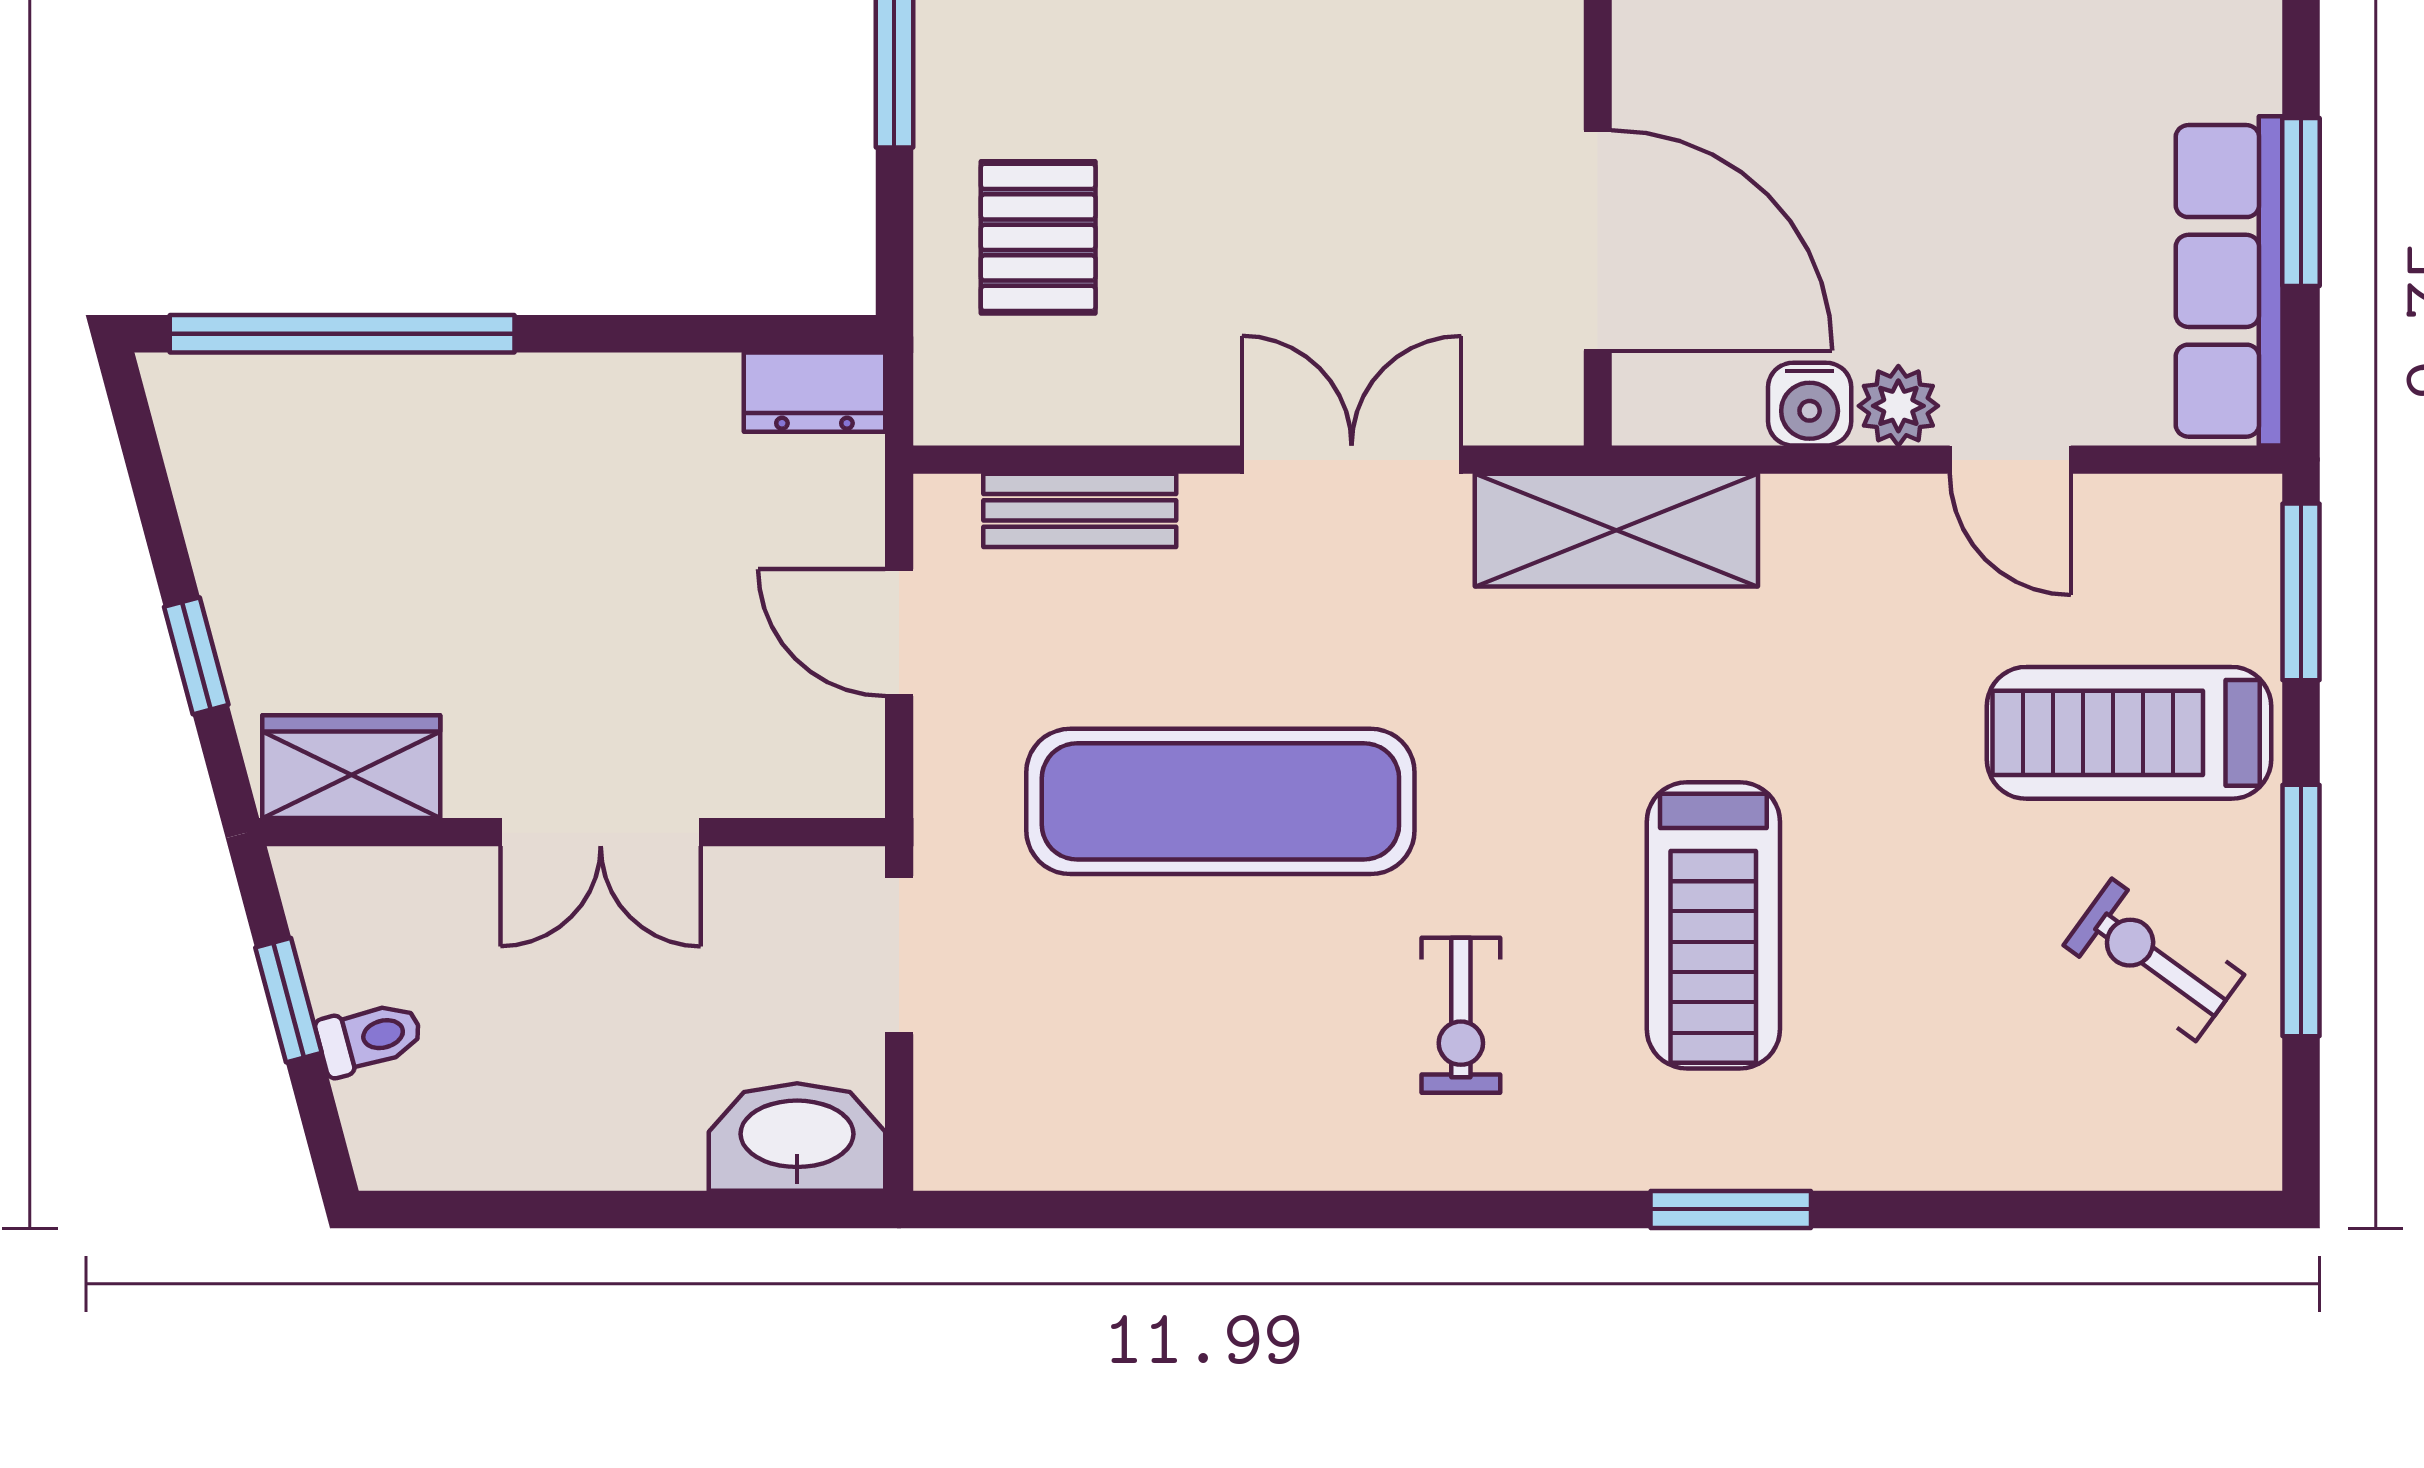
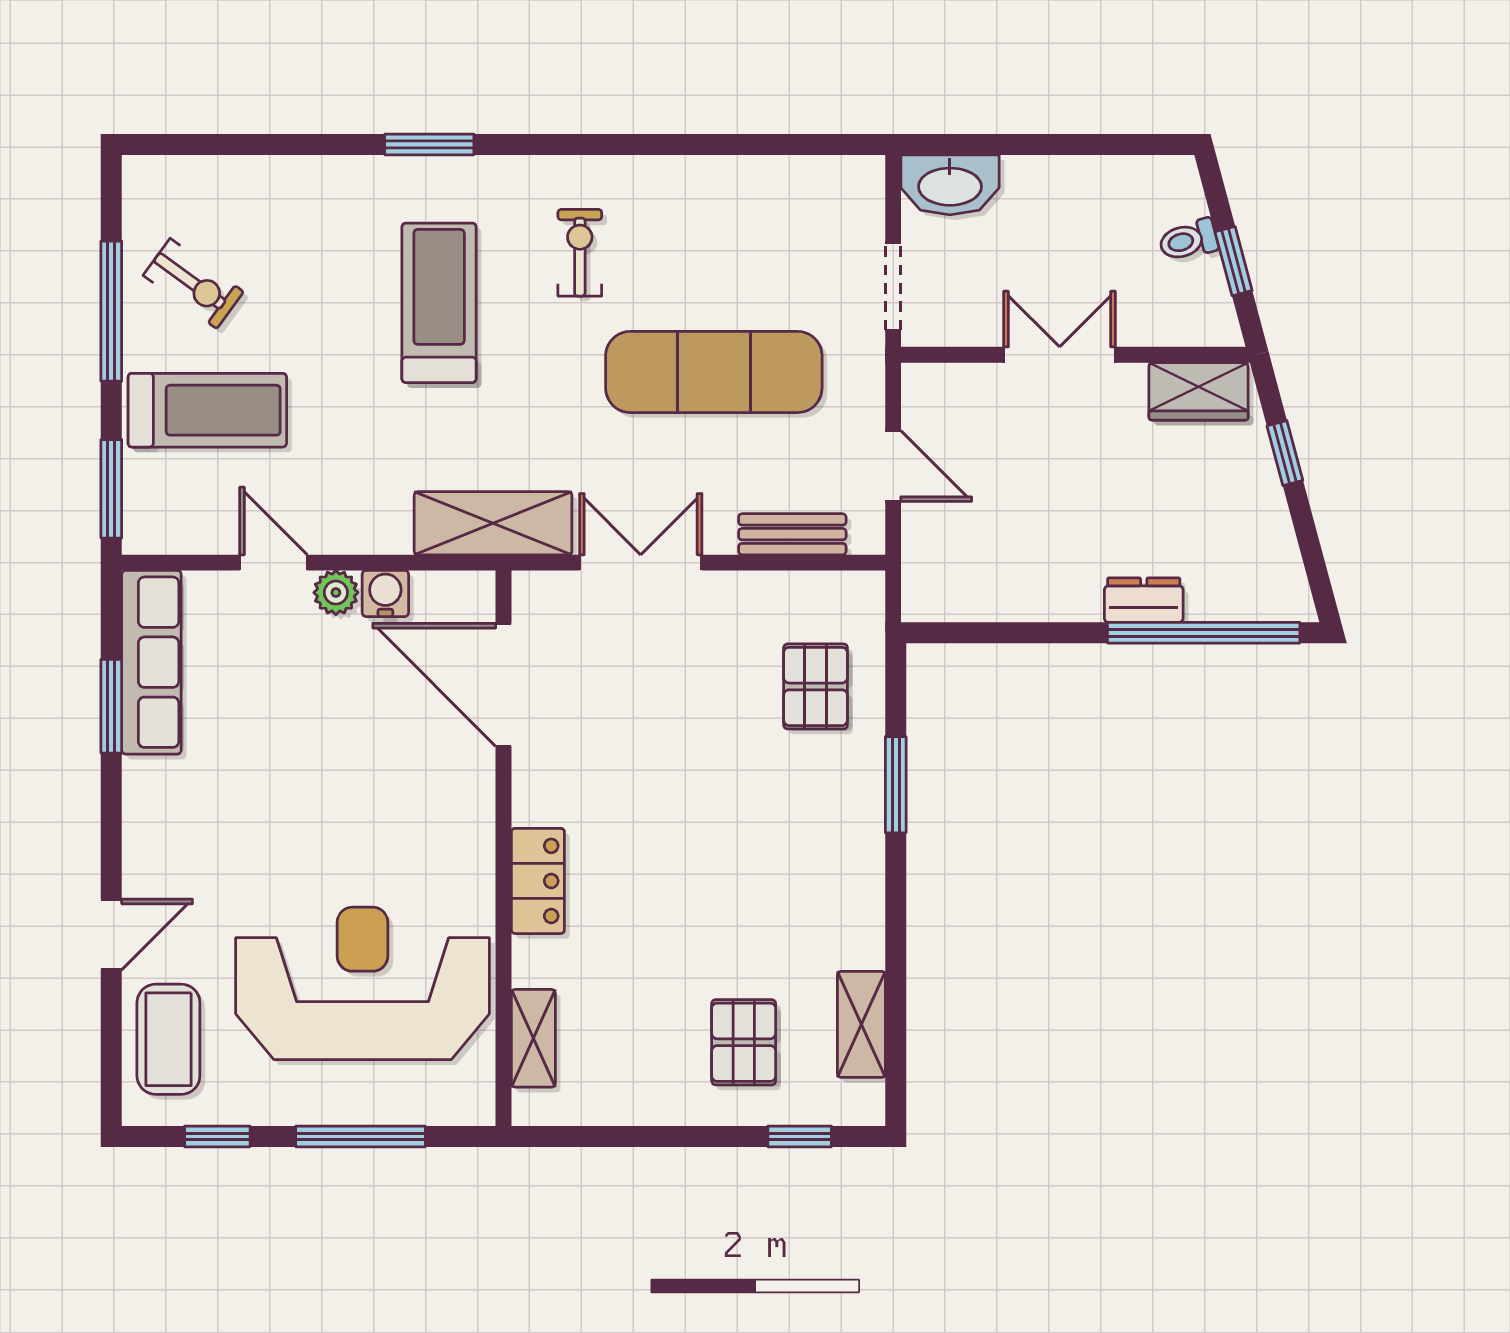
dresser: (814, 392) -> (1144, 600), moved
double door: (1352, 460) -> (641, 563), swing flipped

